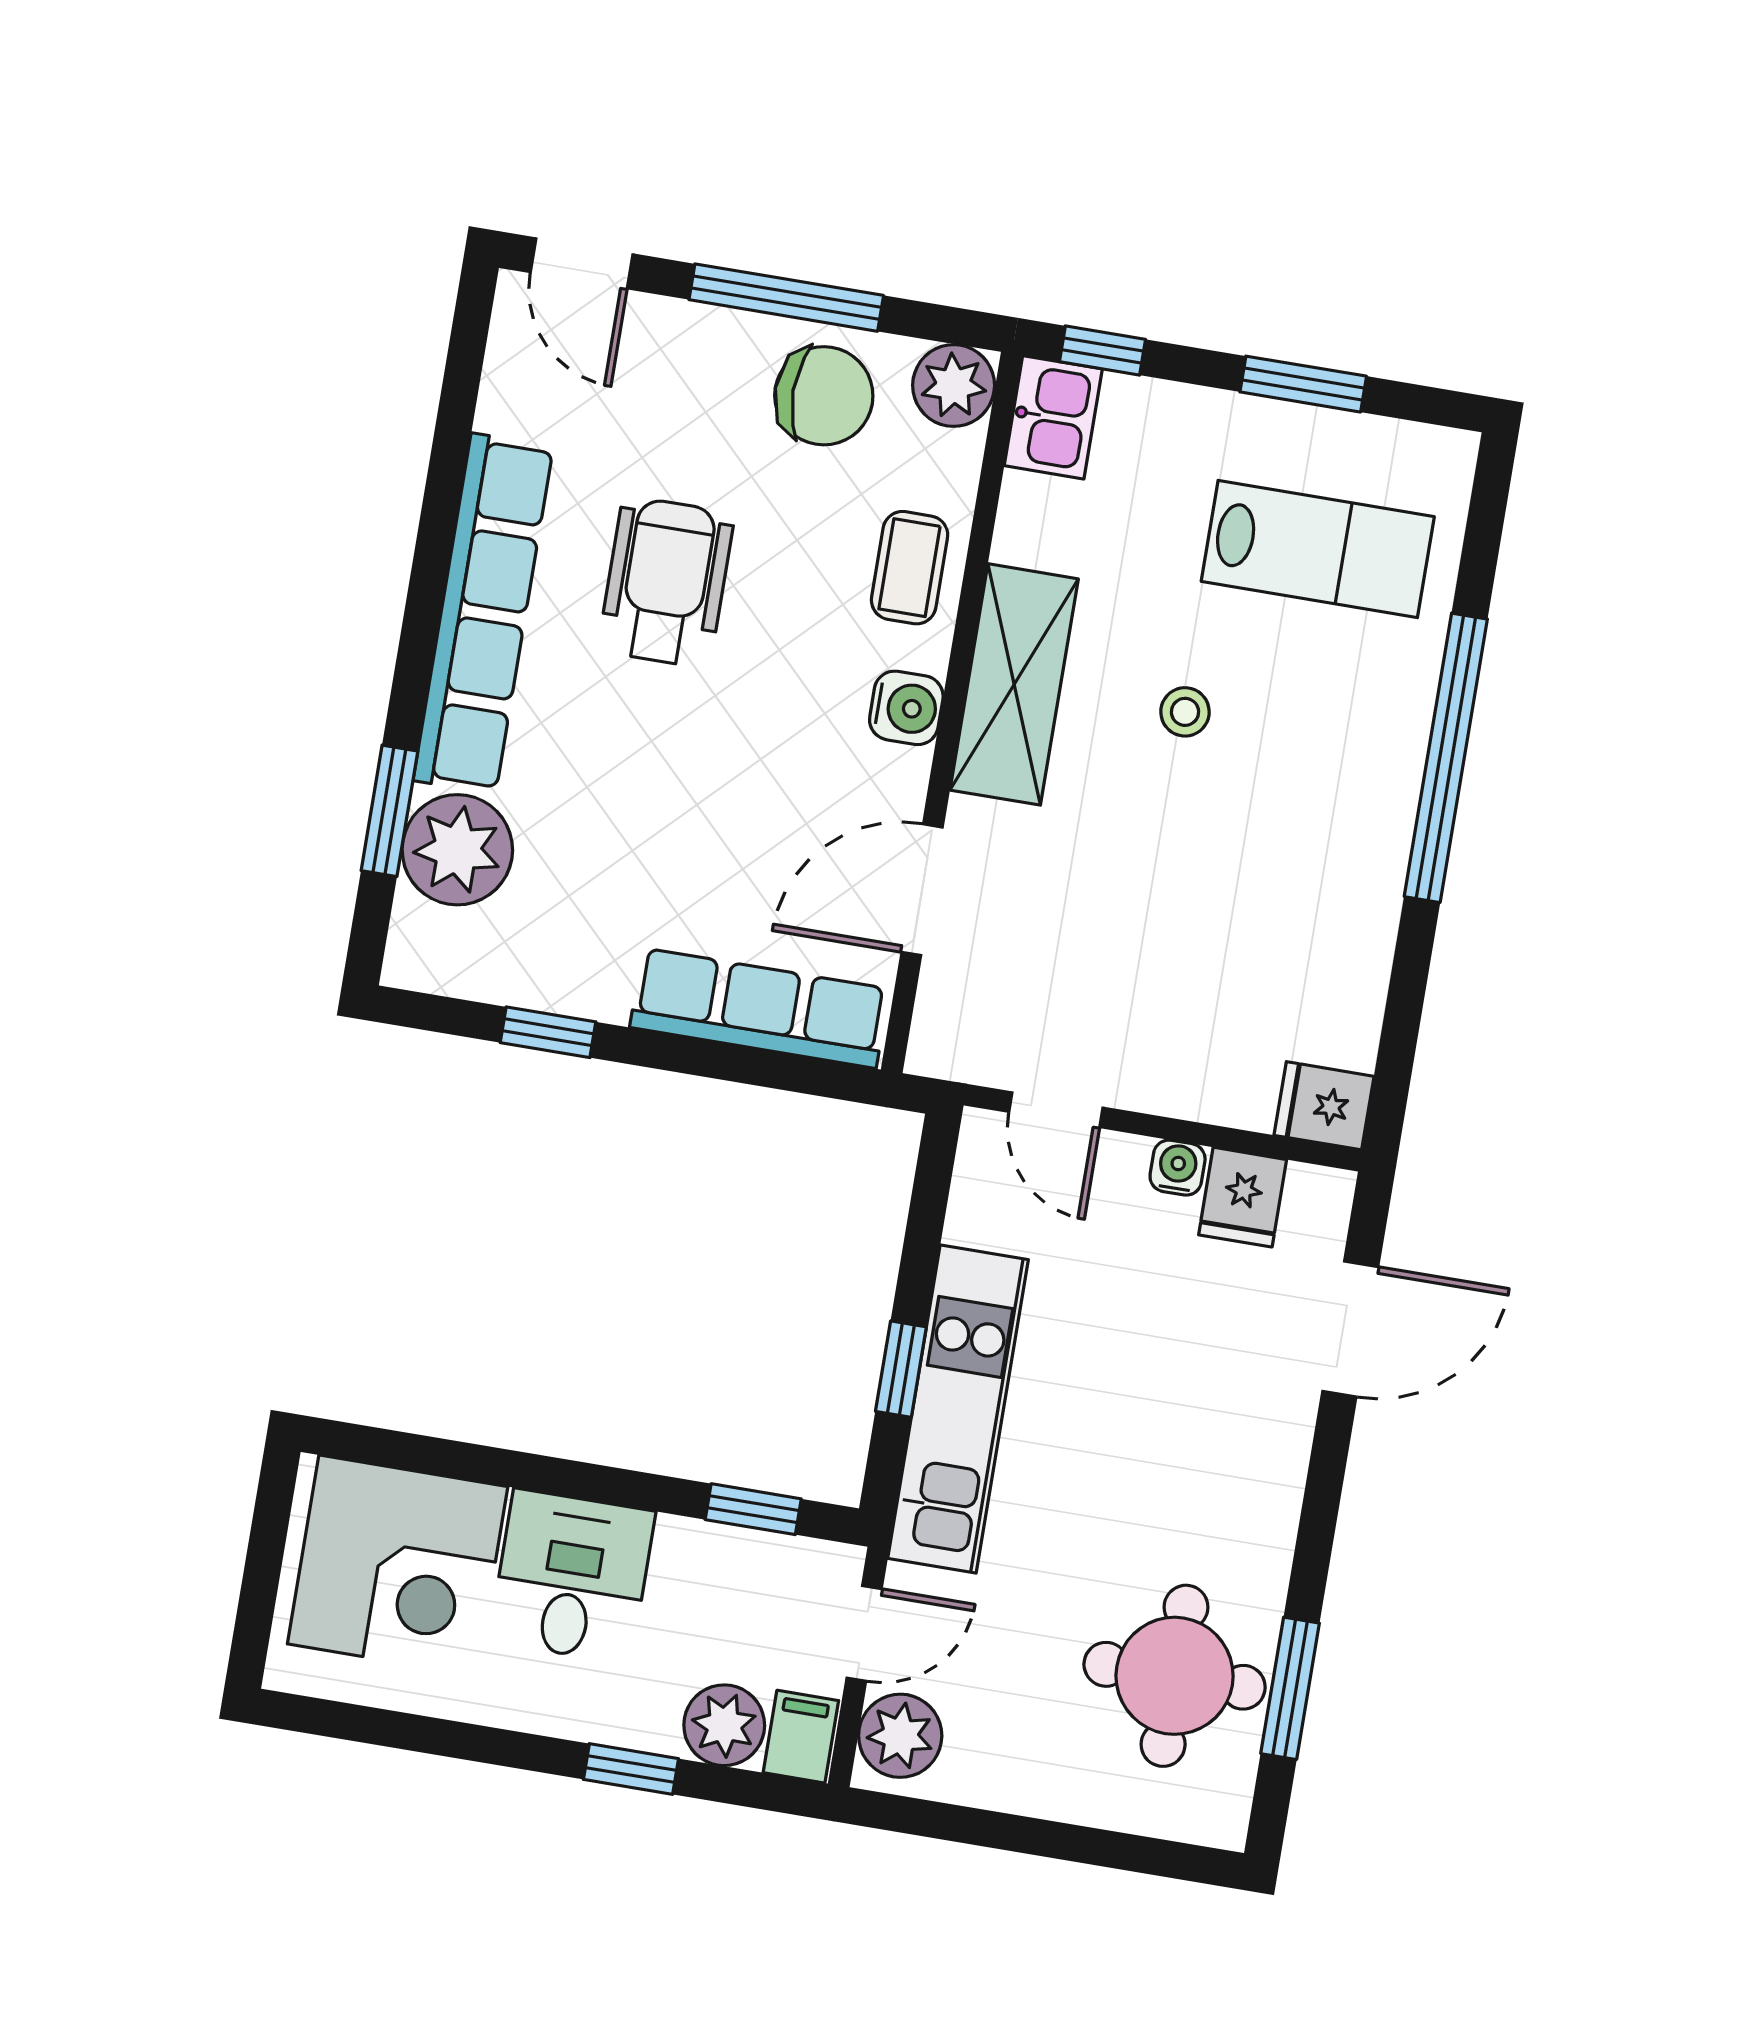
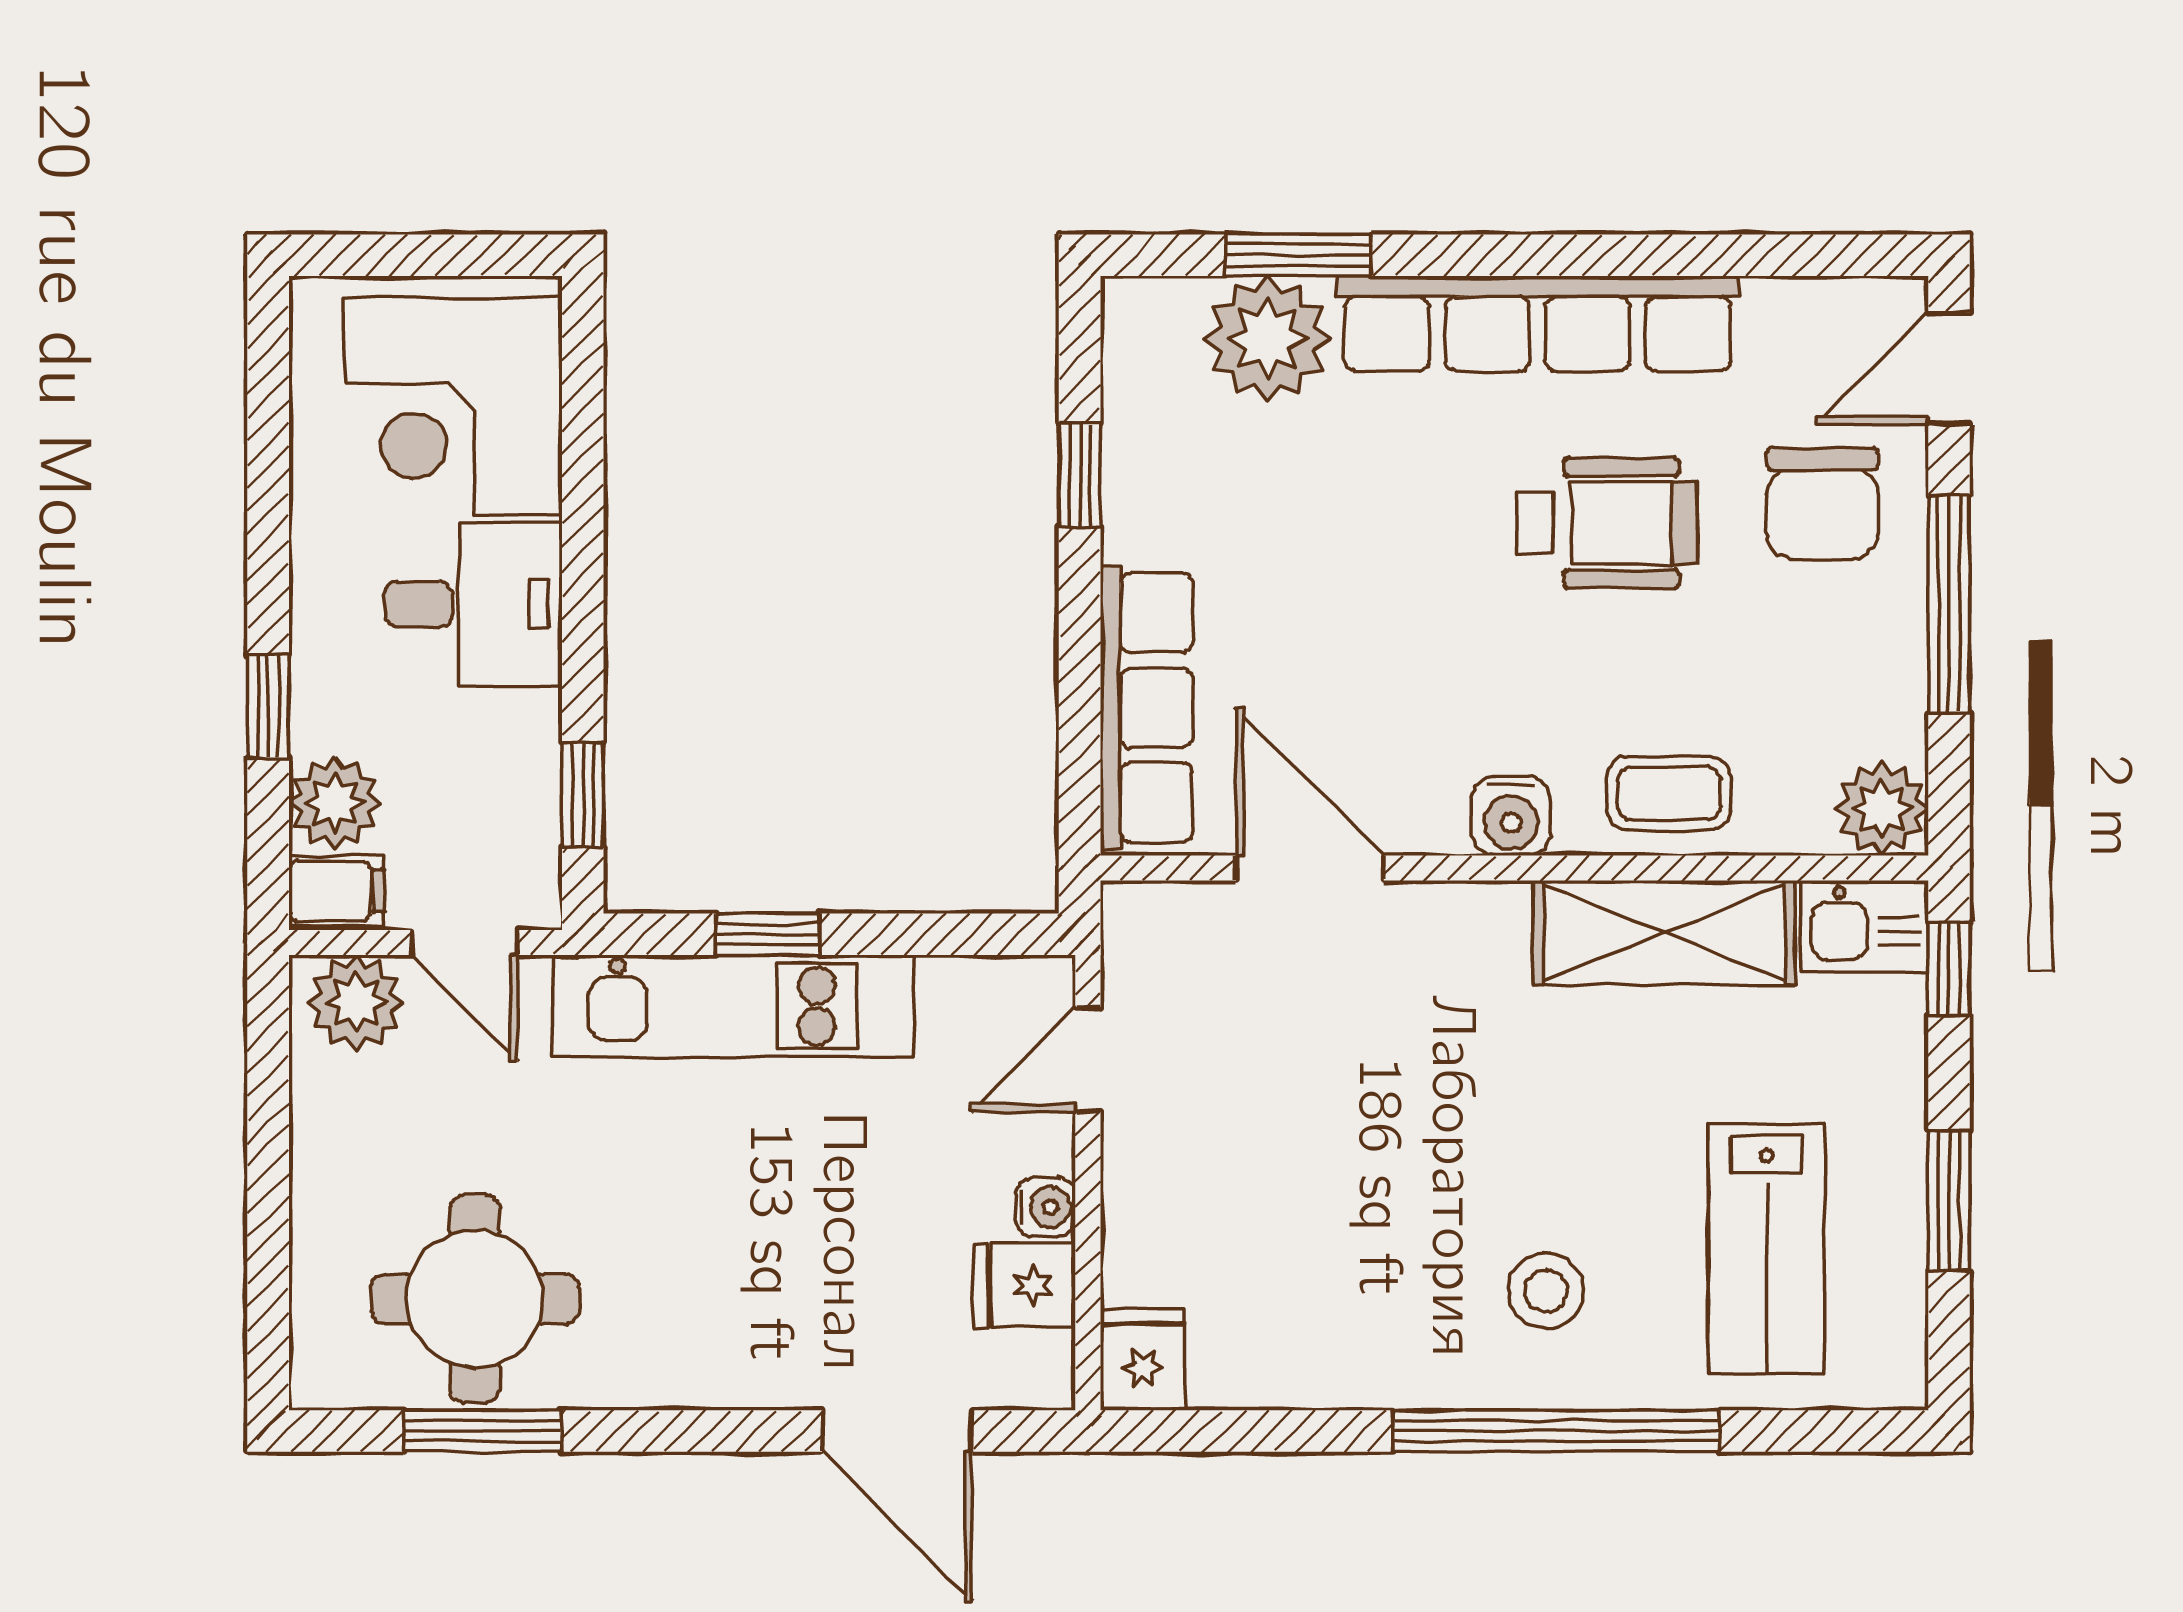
chair: (824, 396) -> (1822, 504), moved
shelving: (1014, 684) -> (1664, 933), moved
stool: (1185, 712) -> (1546, 1291), moved, width x1.37, depth x1.37

